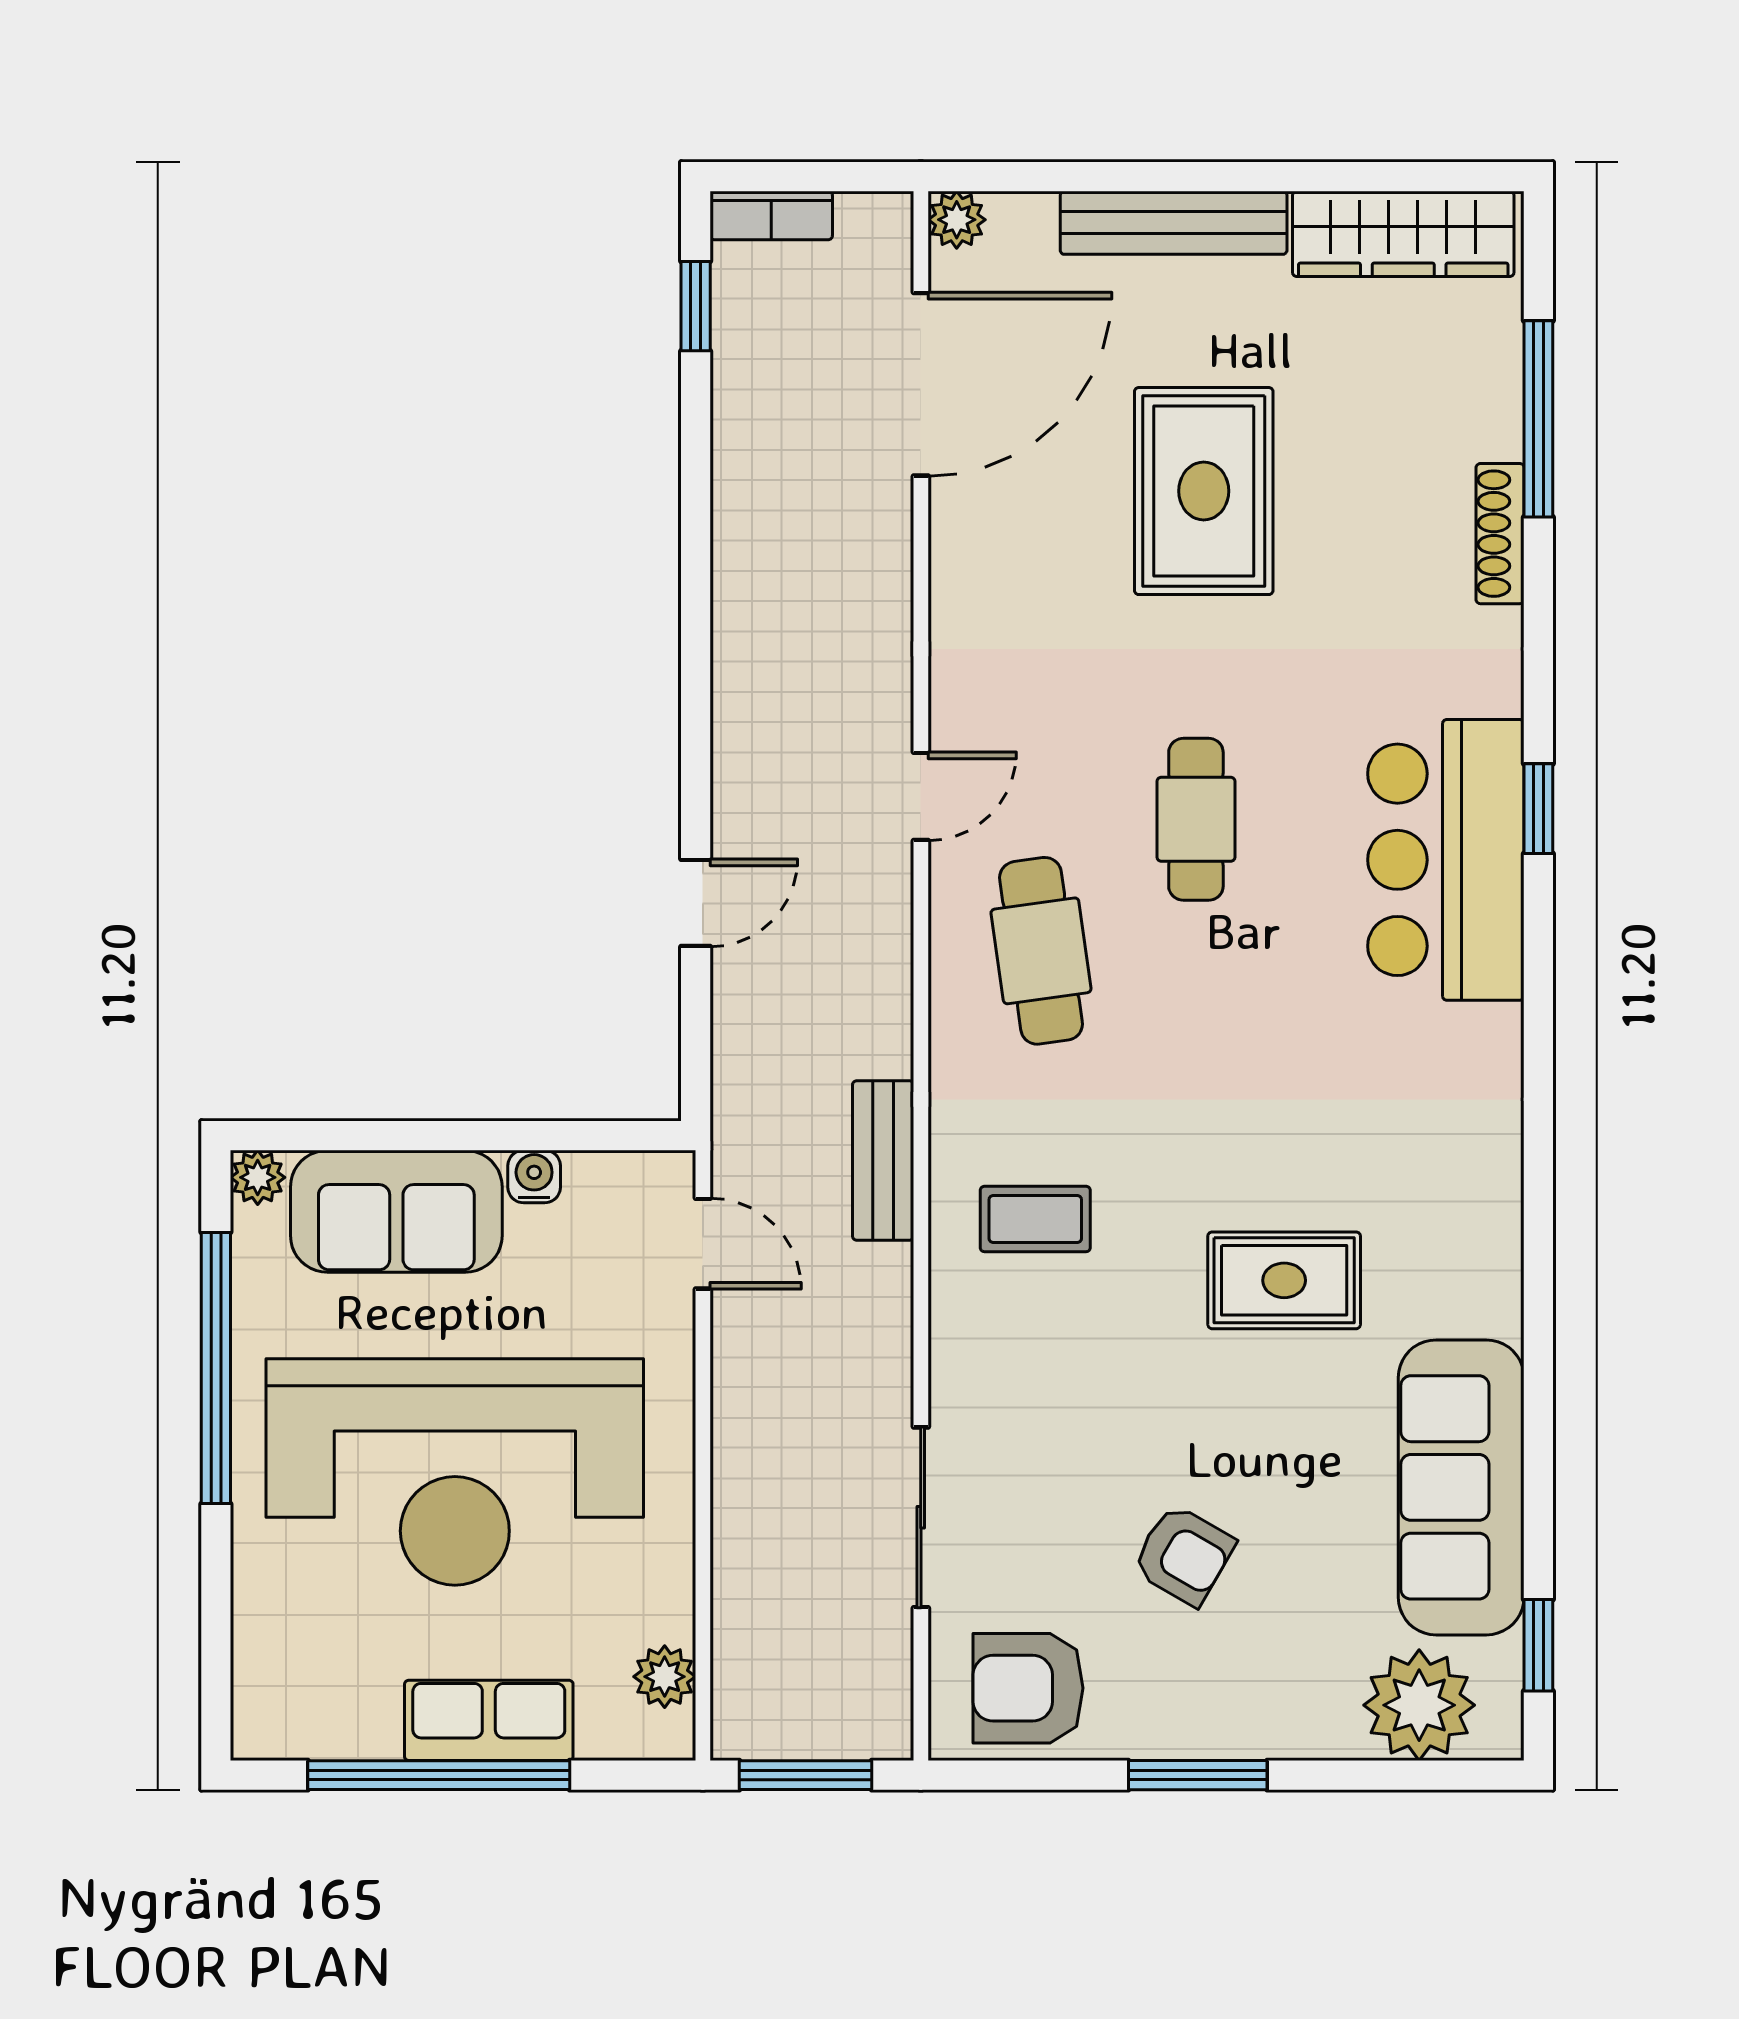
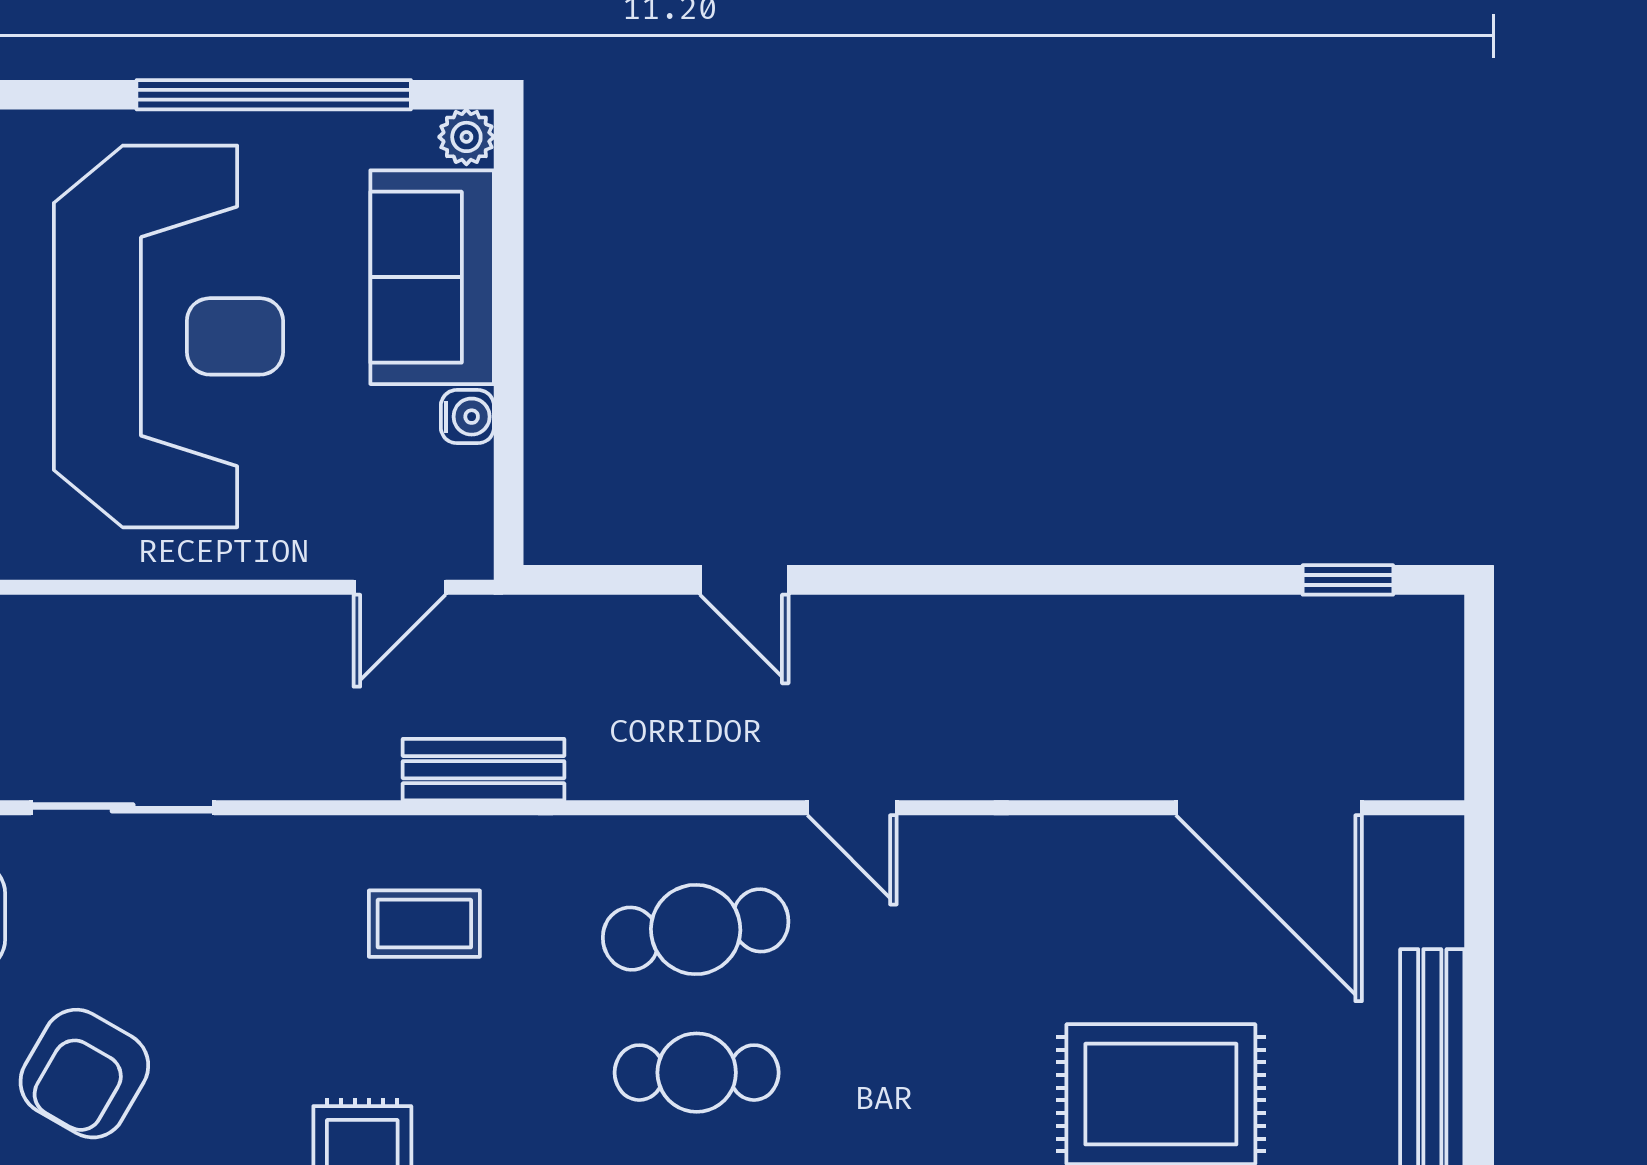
bookcase: (771, 216) -> (1440, 656), removed
plant: (957, 220) -> (1435, 844), removed
cafe table: (1196, 819) -> (697, 1073), moved
coffee table: (1035, 1219) -> (424, 924), turned 90
reception desk: (455, 1472) -> (168, 336), turned 180
armchair: (1183, 1555) -> (84, 1074), width x1.38, depth x1.38

